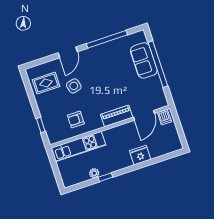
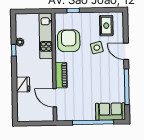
sofa: (144, 60) -> (110, 111), moved
dishwasher: (164, 117) -> (48, 114), removed
armchair: (76, 120) -> (69, 41), width x1.88, depth x1.88

